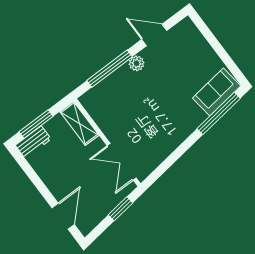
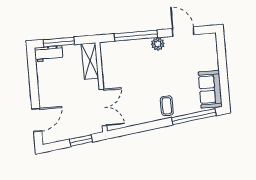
sofa: (217, 92) -> (210, 89), moved, turned -83
coffee table: (185, 120) -> (167, 106), added
double door: (122, 162) -> (103, 107), swing flipped

